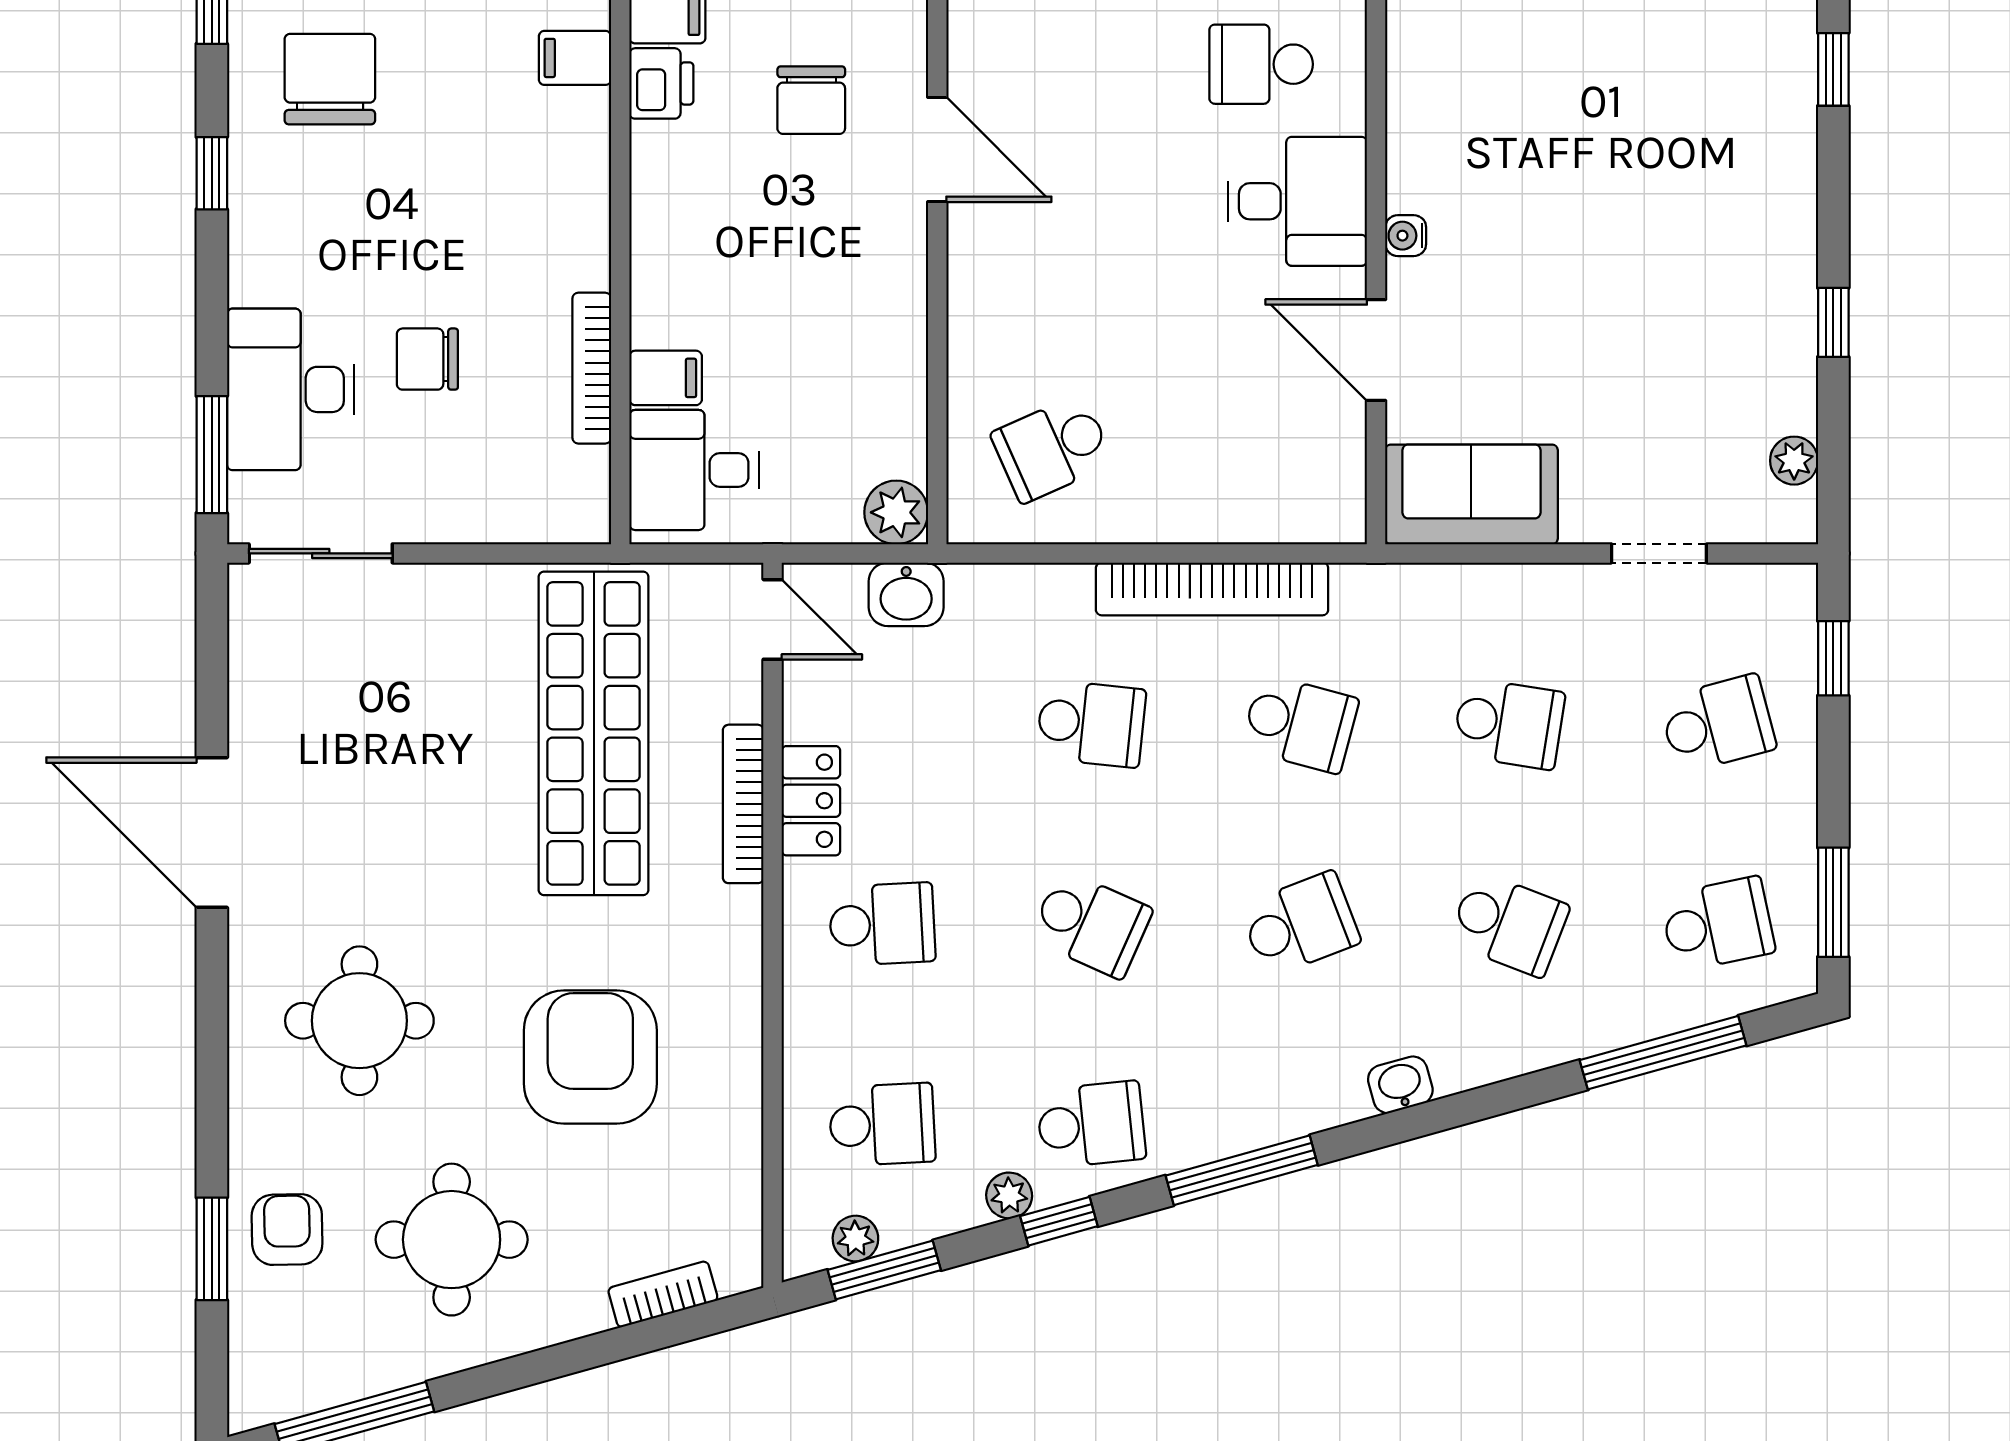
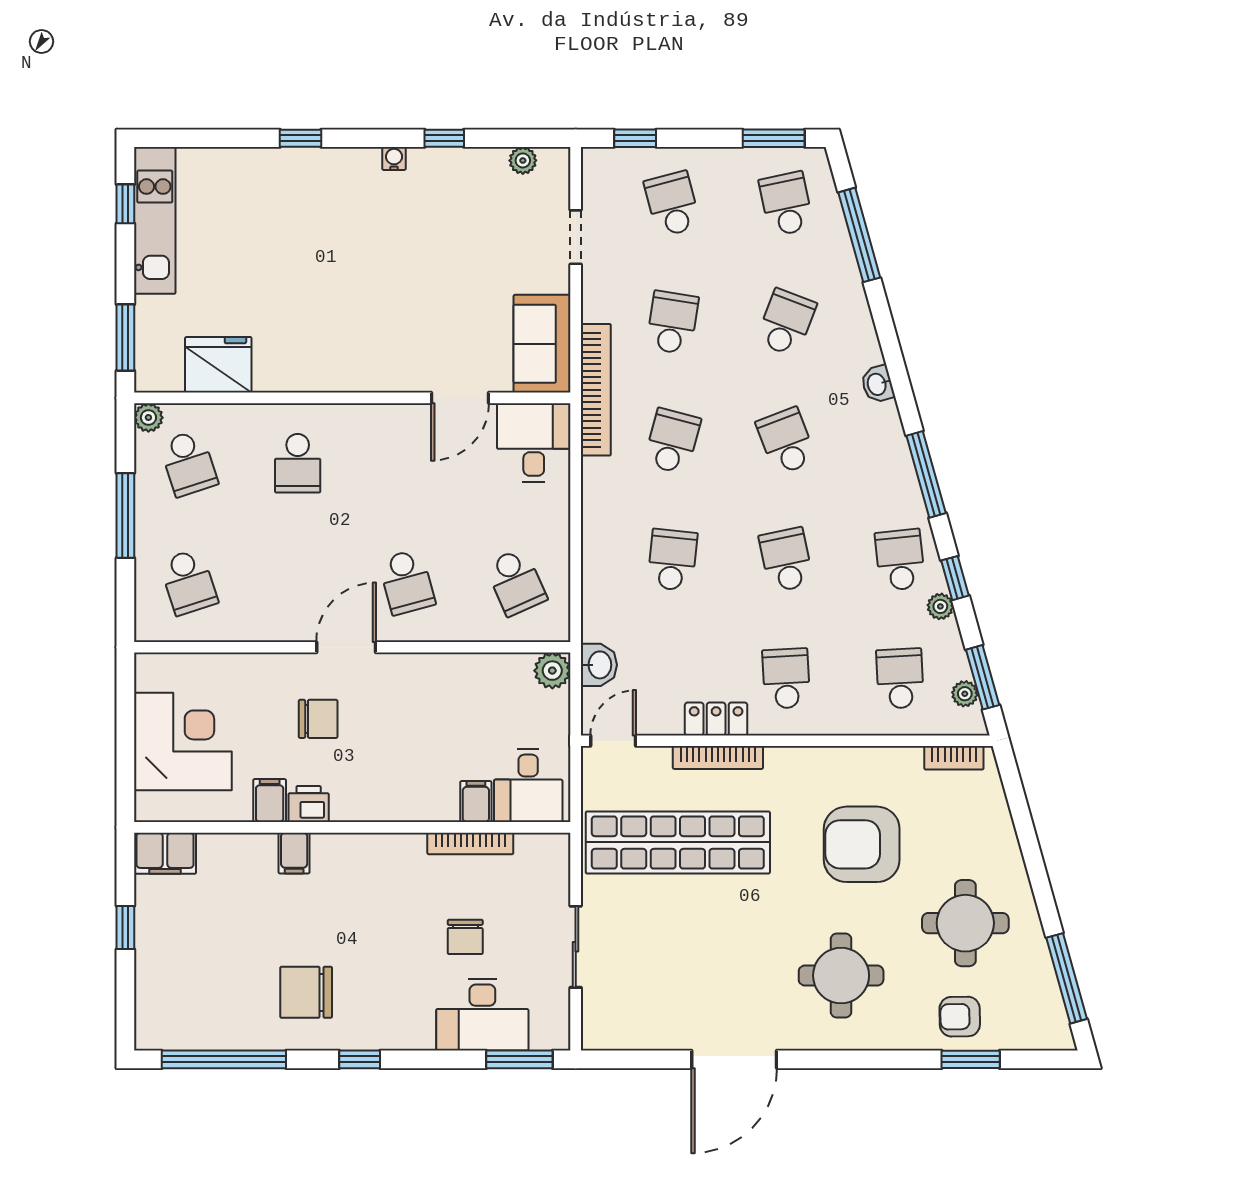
desk: (1297, 201) -> (534, 443), moved
water cooler: (1406, 236) -> (394, 158), moved, turned 180
school desk: (1052, 256) -> (407, 582), added
sliding door: (321, 553) -> (576, 947), moved
bookcase: (1212, 589) -> (596, 390), moved
school desk: (1091, 924) -> (786, 560), turned -36
bookcase: (663, 1294) -> (954, 758), moved, turned -74

